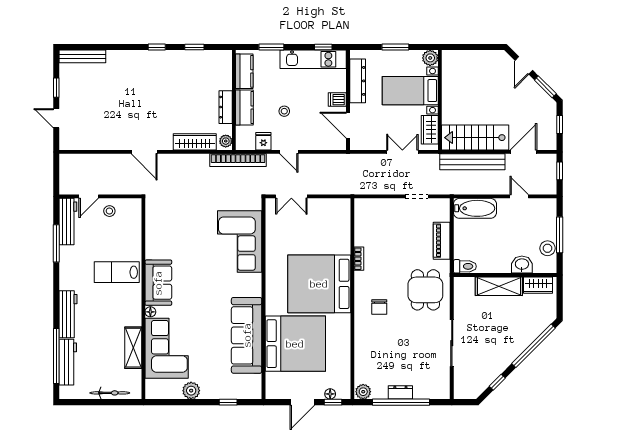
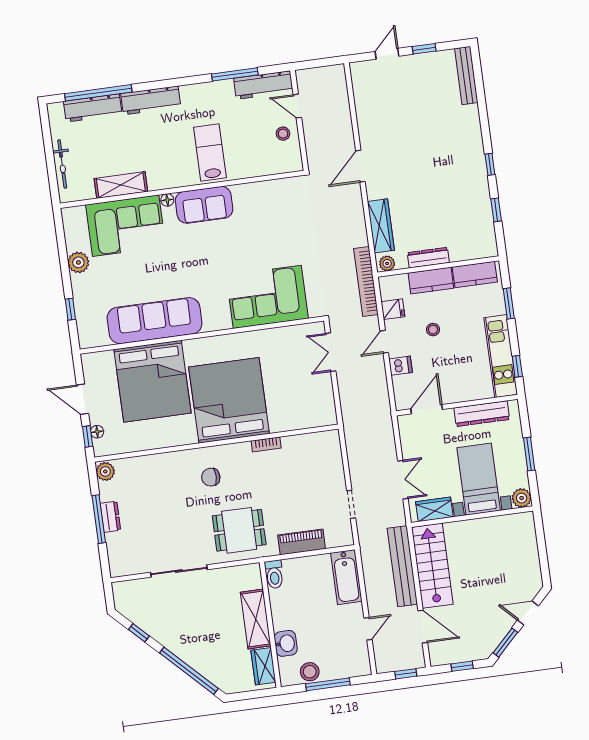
dishwasher: (337, 100) -> (401, 366), moved, turned 90
window: (401, 402) -> (99, 519), width x0.68

